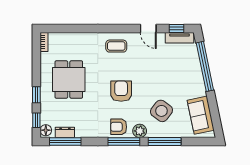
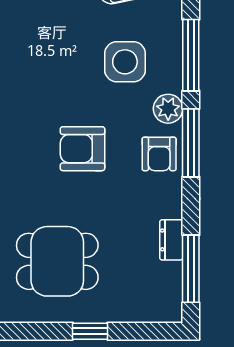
side table: (161, 111) -> (125, 62), turned -37
window: (36, 120) -> (145, 331), removed
floor lamp: (46, 130) -> (167, 311), removed
dresser: (65, 132) -> (171, 240), moved

